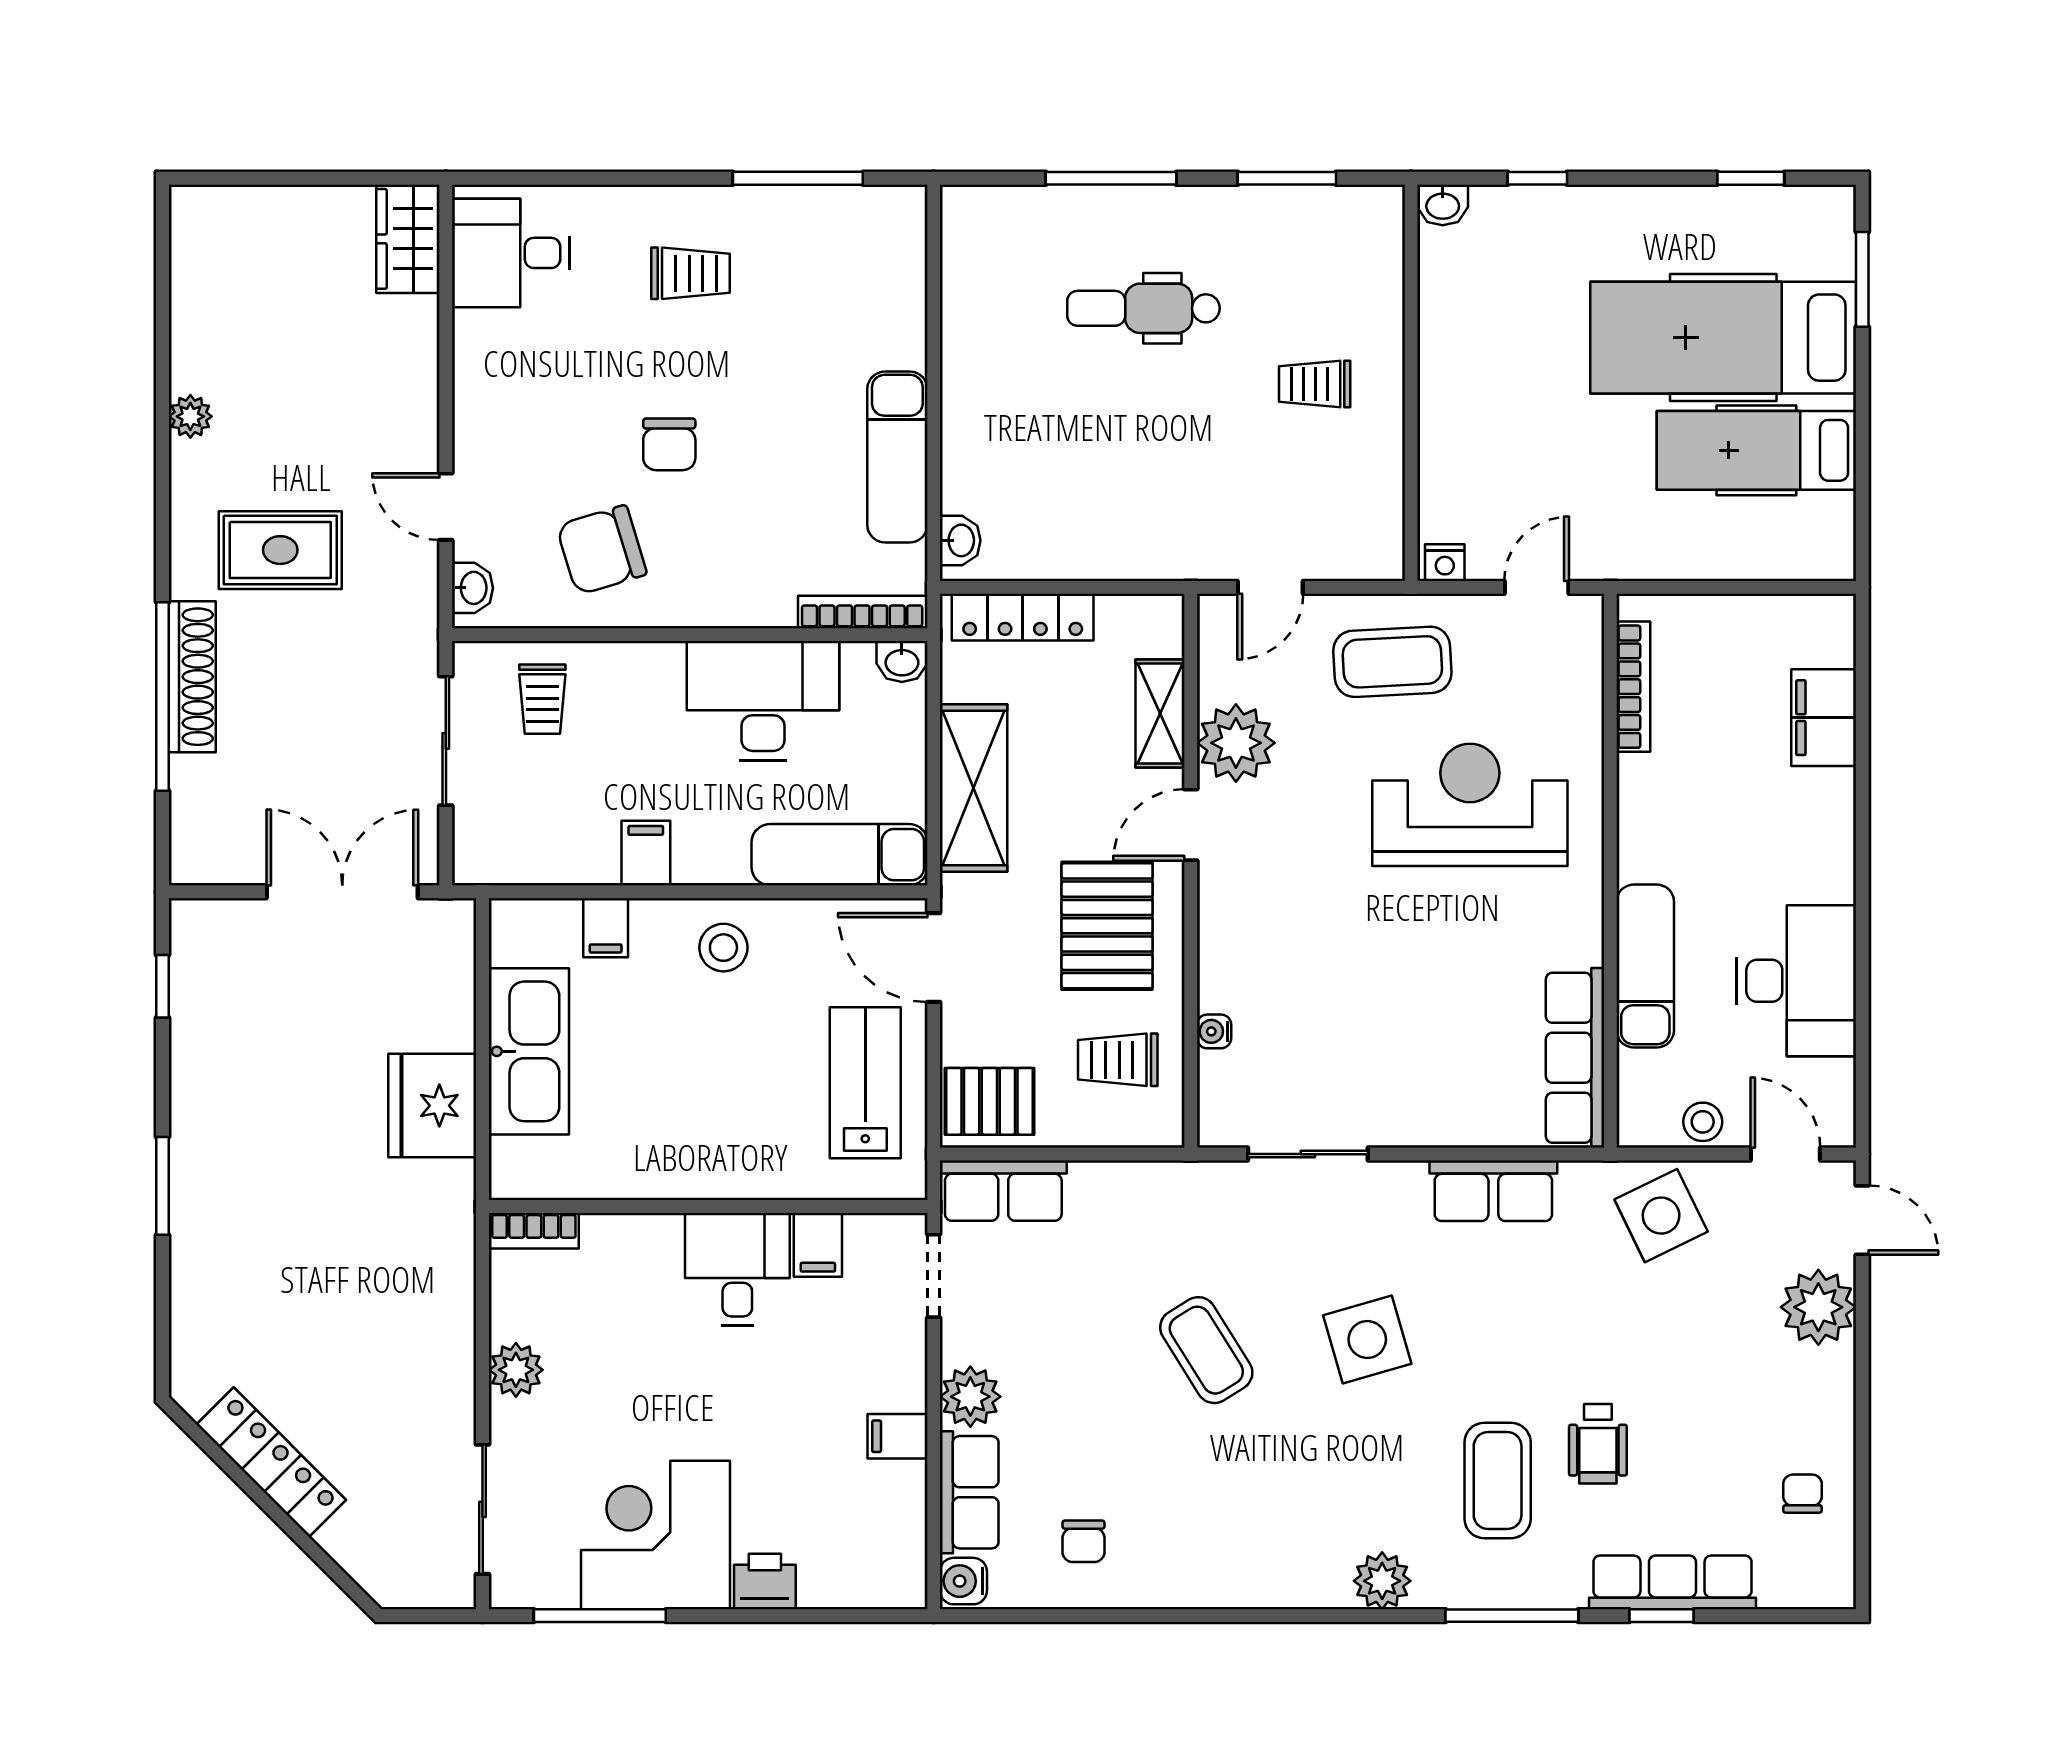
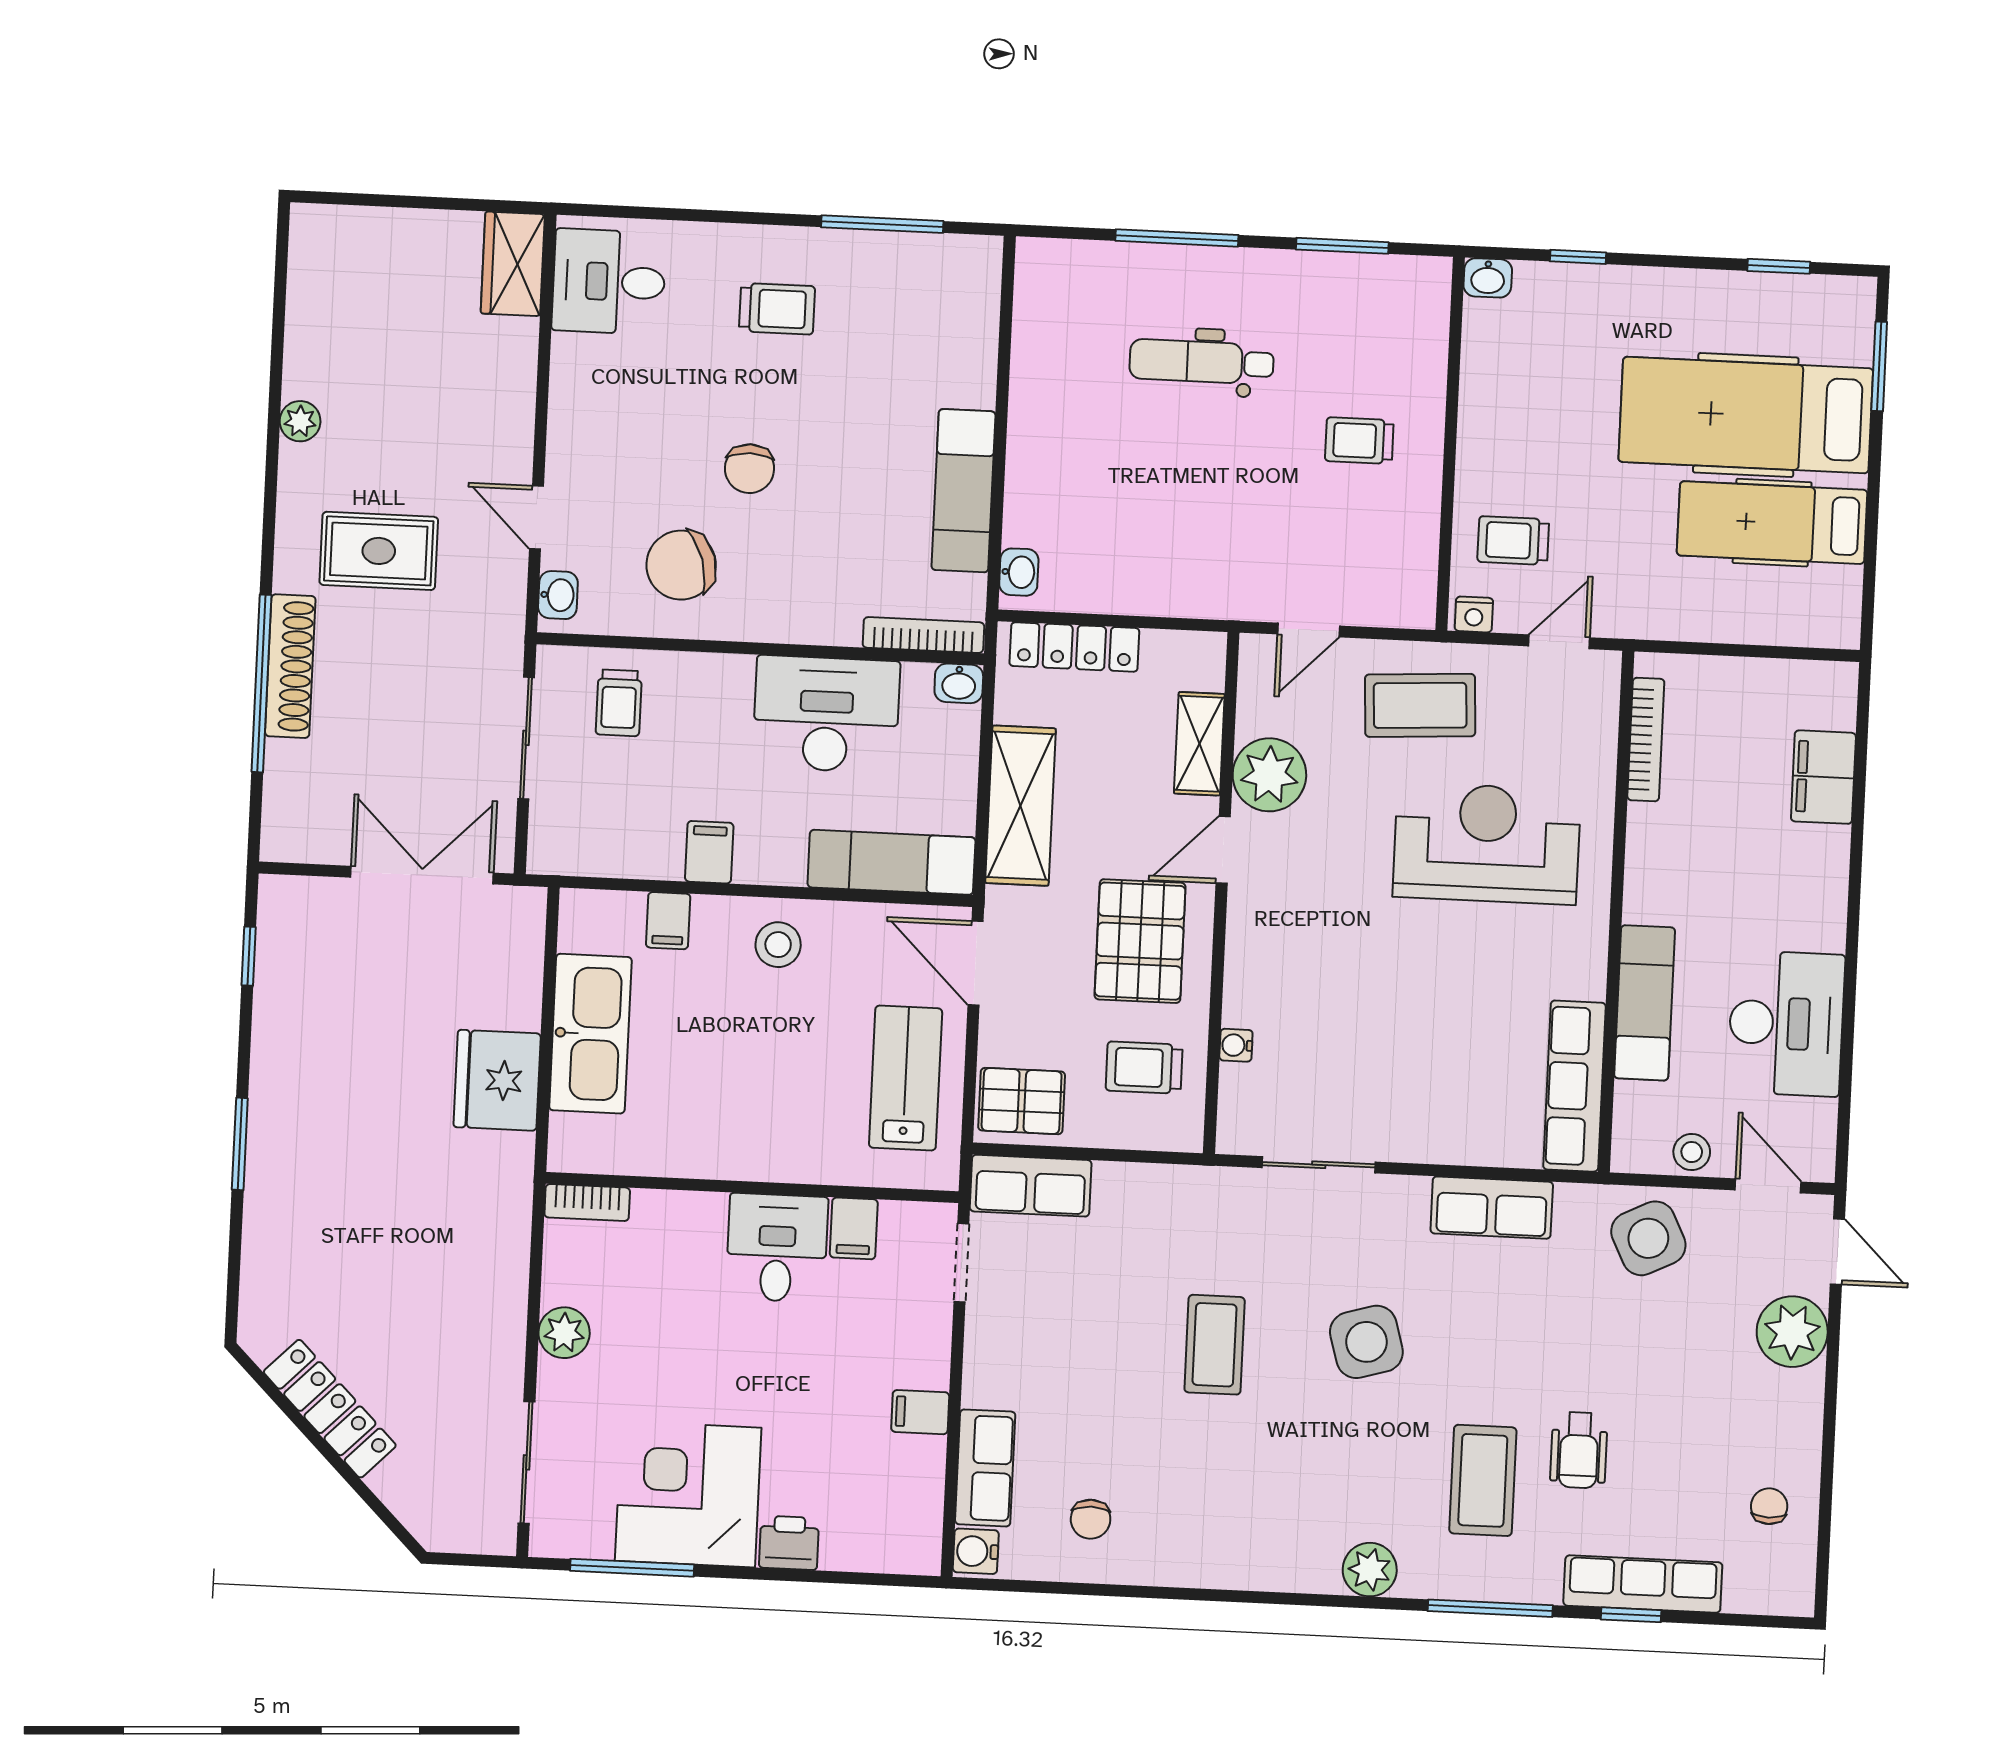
trolley: (1483, 482) -> (1513, 541), added
coffee table: (1206, 1350) -> (1215, 1345), turned 32
plant: (970, 1397) -> (990, 1378), removed

